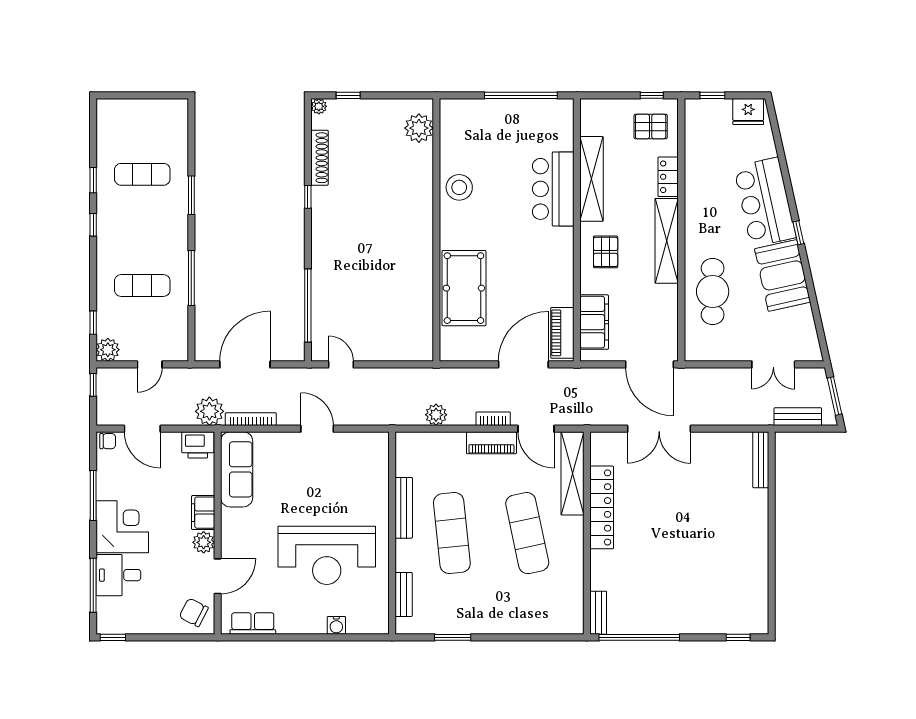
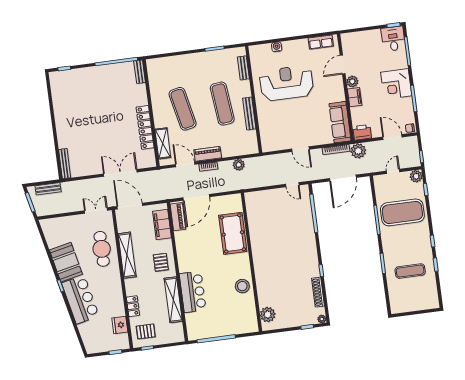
fridge: (748, 112) -> (120, 325), moved, turned -90
shelving: (667, 241) -> (127, 255), moved
exercise mat: (142, 286) -> (402, 212), width x2.00, depth x1.45
double door: (773, 364) -> (96, 211), moved
shelving: (573, 473) -> (163, 143), width x0.68
desk: (118, 575) -> (393, 39), moved, turned -90
chair: (194, 612) -> (353, 44), removed

